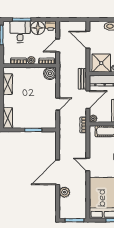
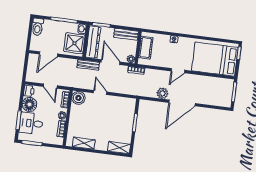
door: (58, 104) -> (100, 92), moved
door: (58, 172) -> (182, 103), hinge flipped
plant: (65, 192) -> (162, 93), moved

